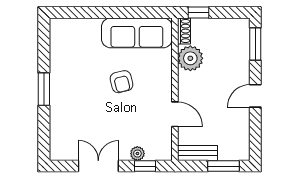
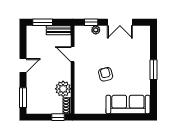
sofa: (137, 33) -> (128, 104), moved

